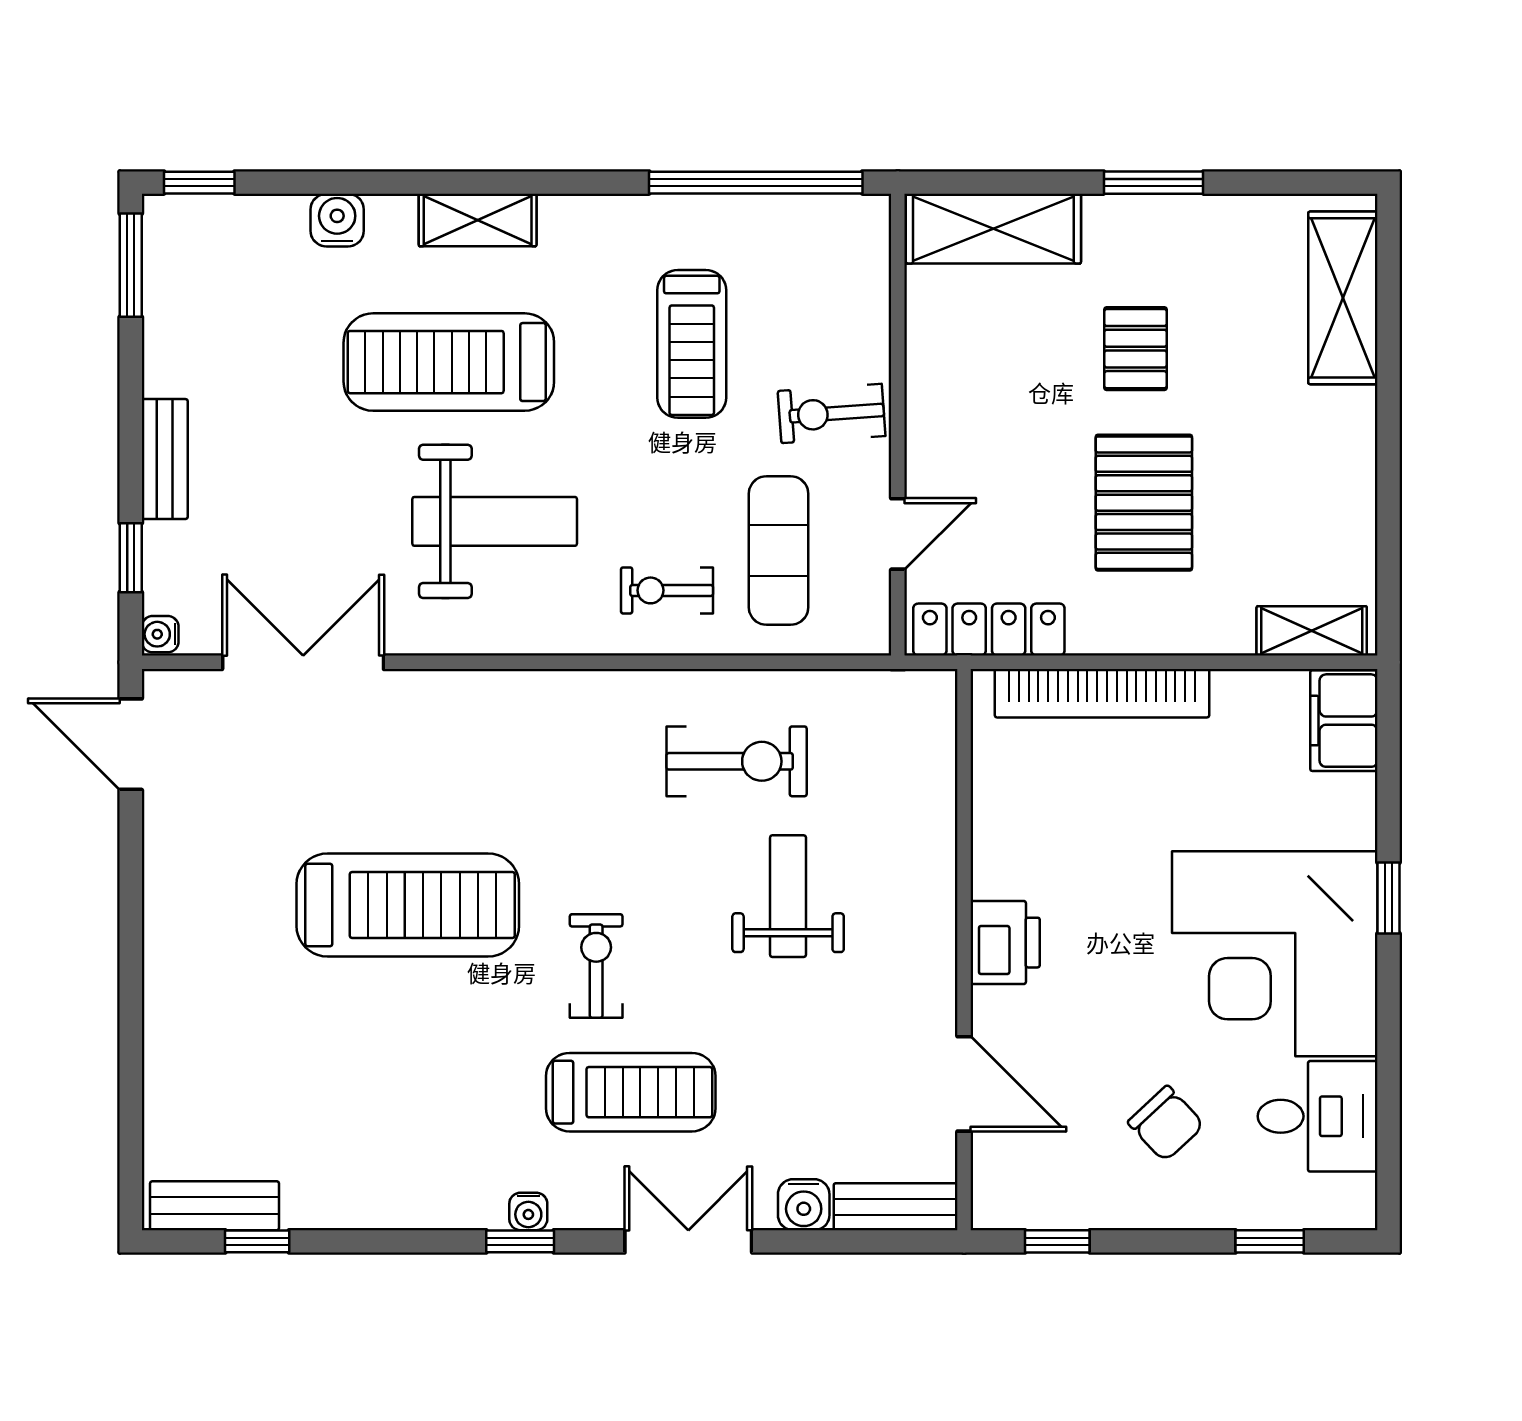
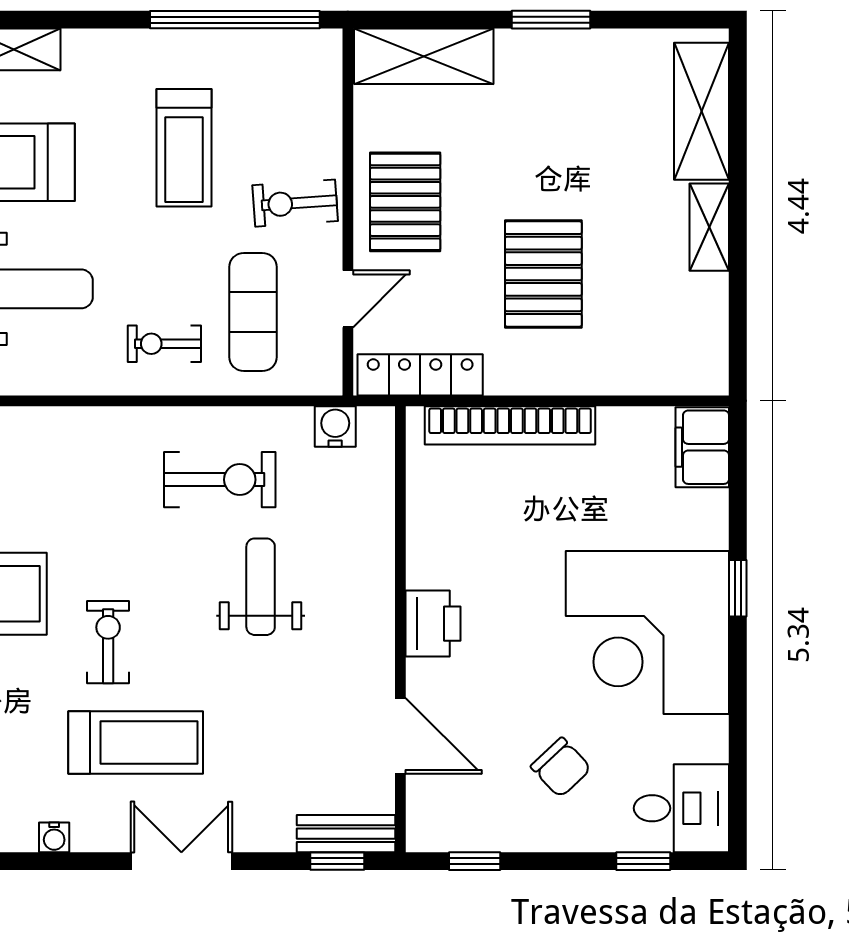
pallet: (1136, 349) -> (405, 202), moved, width x1.50, depth x1.42
shelving: (1312, 631) -> (709, 227), moved, turned 90
desk: (1318, 1116) -> (681, 808), moved
water cooler: (804, 1205) -> (335, 426), moved, turned 180
window: (520, 1241) -> (337, 861), moved

